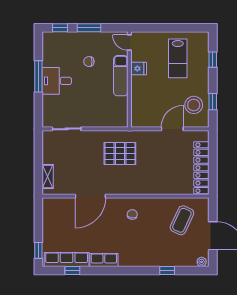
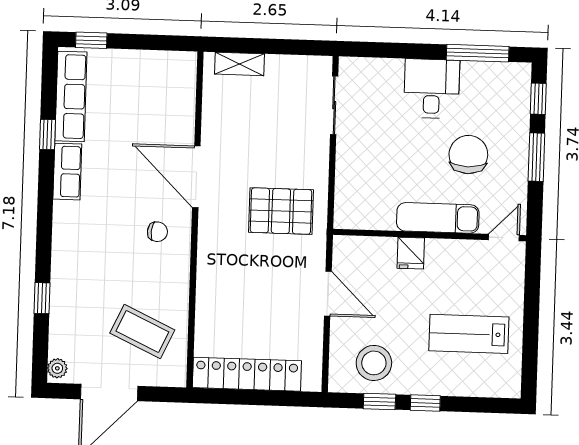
window: (213, 60) -> (425, 403), moved
chair: (89, 62) -> (468, 155), width x1.87, depth x1.87
fridge: (139, 68) -> (411, 253), moved
window: (38, 76) -> (478, 53), moved
door: (172, 129) -> (328, 294), moved
pallet: (120, 154) -> (281, 211), turned 90
door: (90, 196) -> (196, 177), moved
window: (72, 271) -> (47, 134), moved

